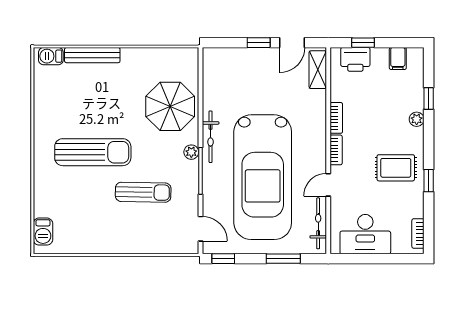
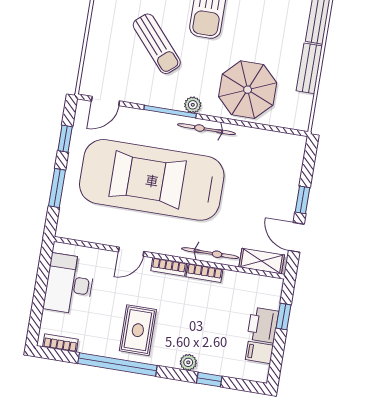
bench: (143, 56) -> (309, 68), added
printer: (355, 59) -> (263, 325), moved
window: (429, 181) -> (117, 365), width x3.17
door: (328, 185) -> (131, 252), swing flipped
sun lounger: (143, 192) -> (157, 44), turned -42
bicycle: (318, 223) -> (210, 253), moved
window: (223, 259) -> (65, 139), moved

